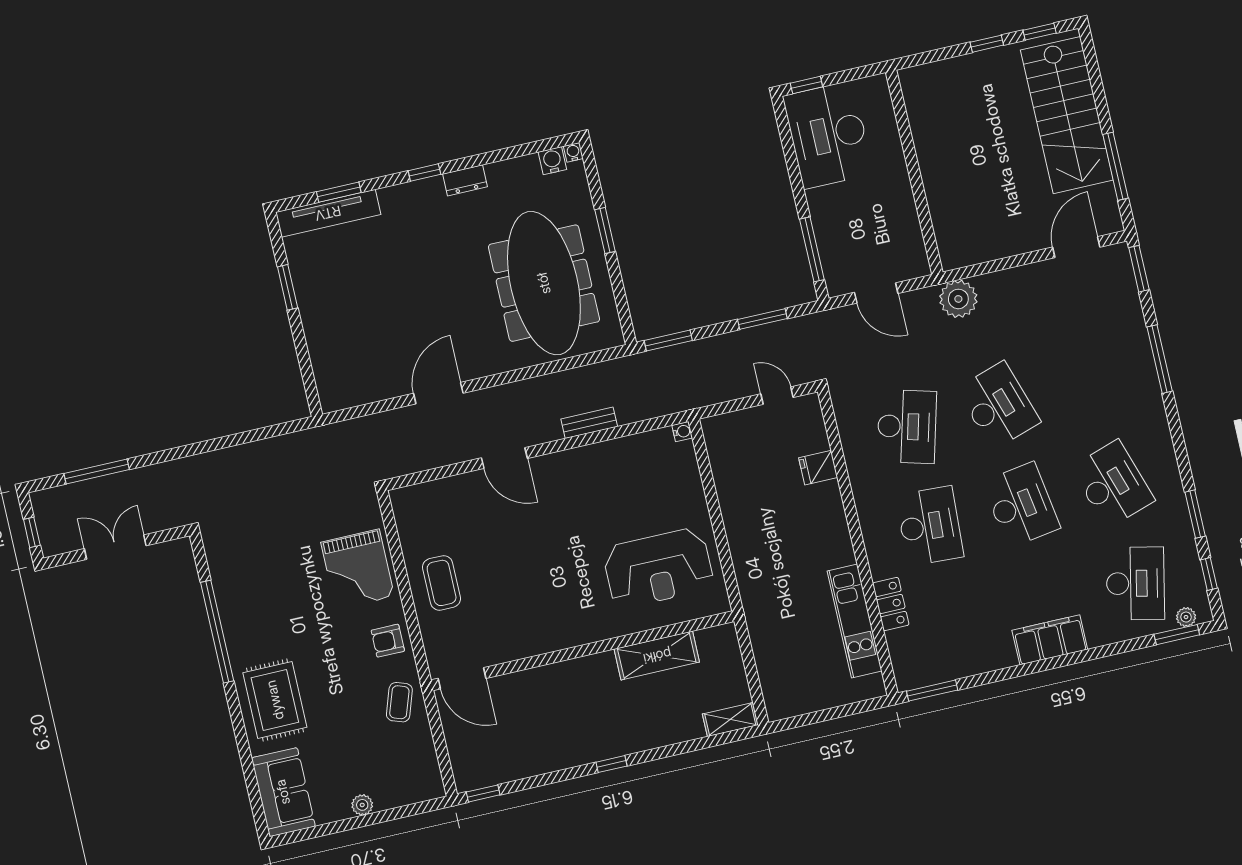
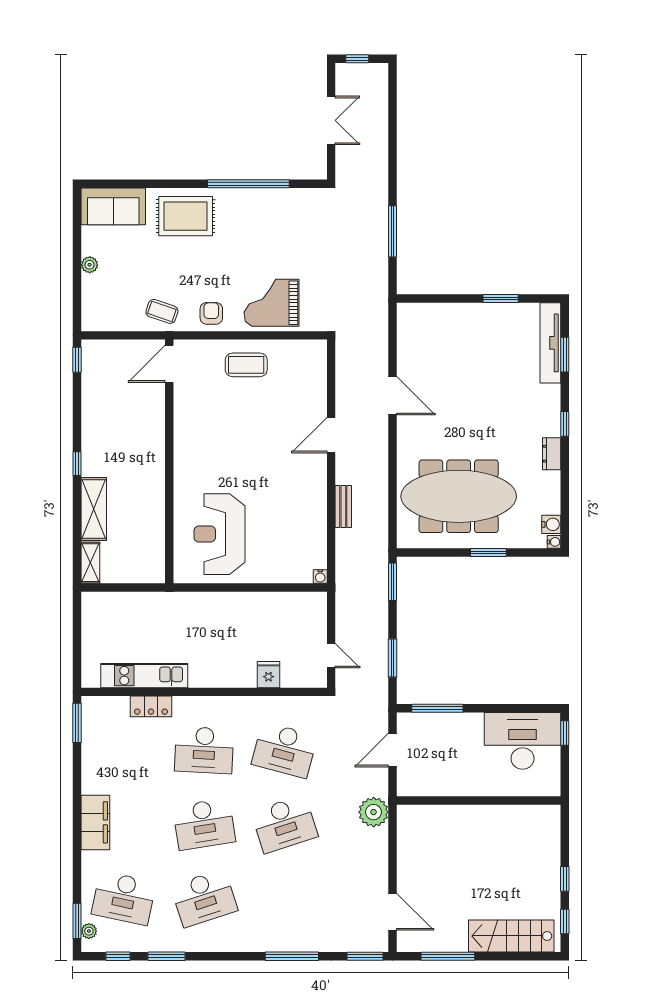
stairs: (1067, 115) -> (511, 936), width x0.73, depth x0.66
door: (777, 396) -> (331, 656), hinge flipped
window: (97, 471) -> (393, 231), moved
shelving: (657, 656) -> (94, 509), moved

